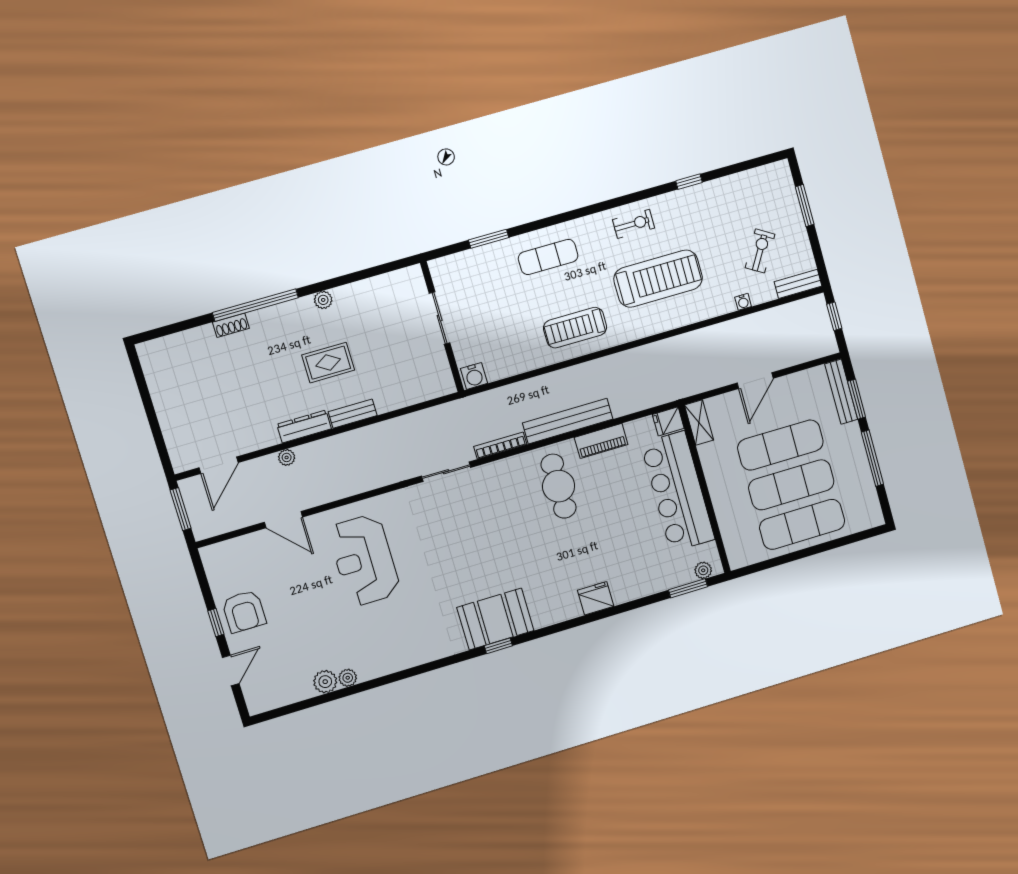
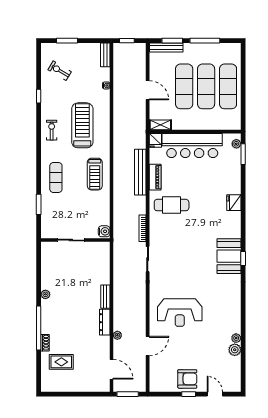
exercise bike: (760, 251) -> (60, 71), moved
rug: (328, 363) -> (61, 362), moved, turned 90
bench: (568, 421) -> (140, 172), moved

